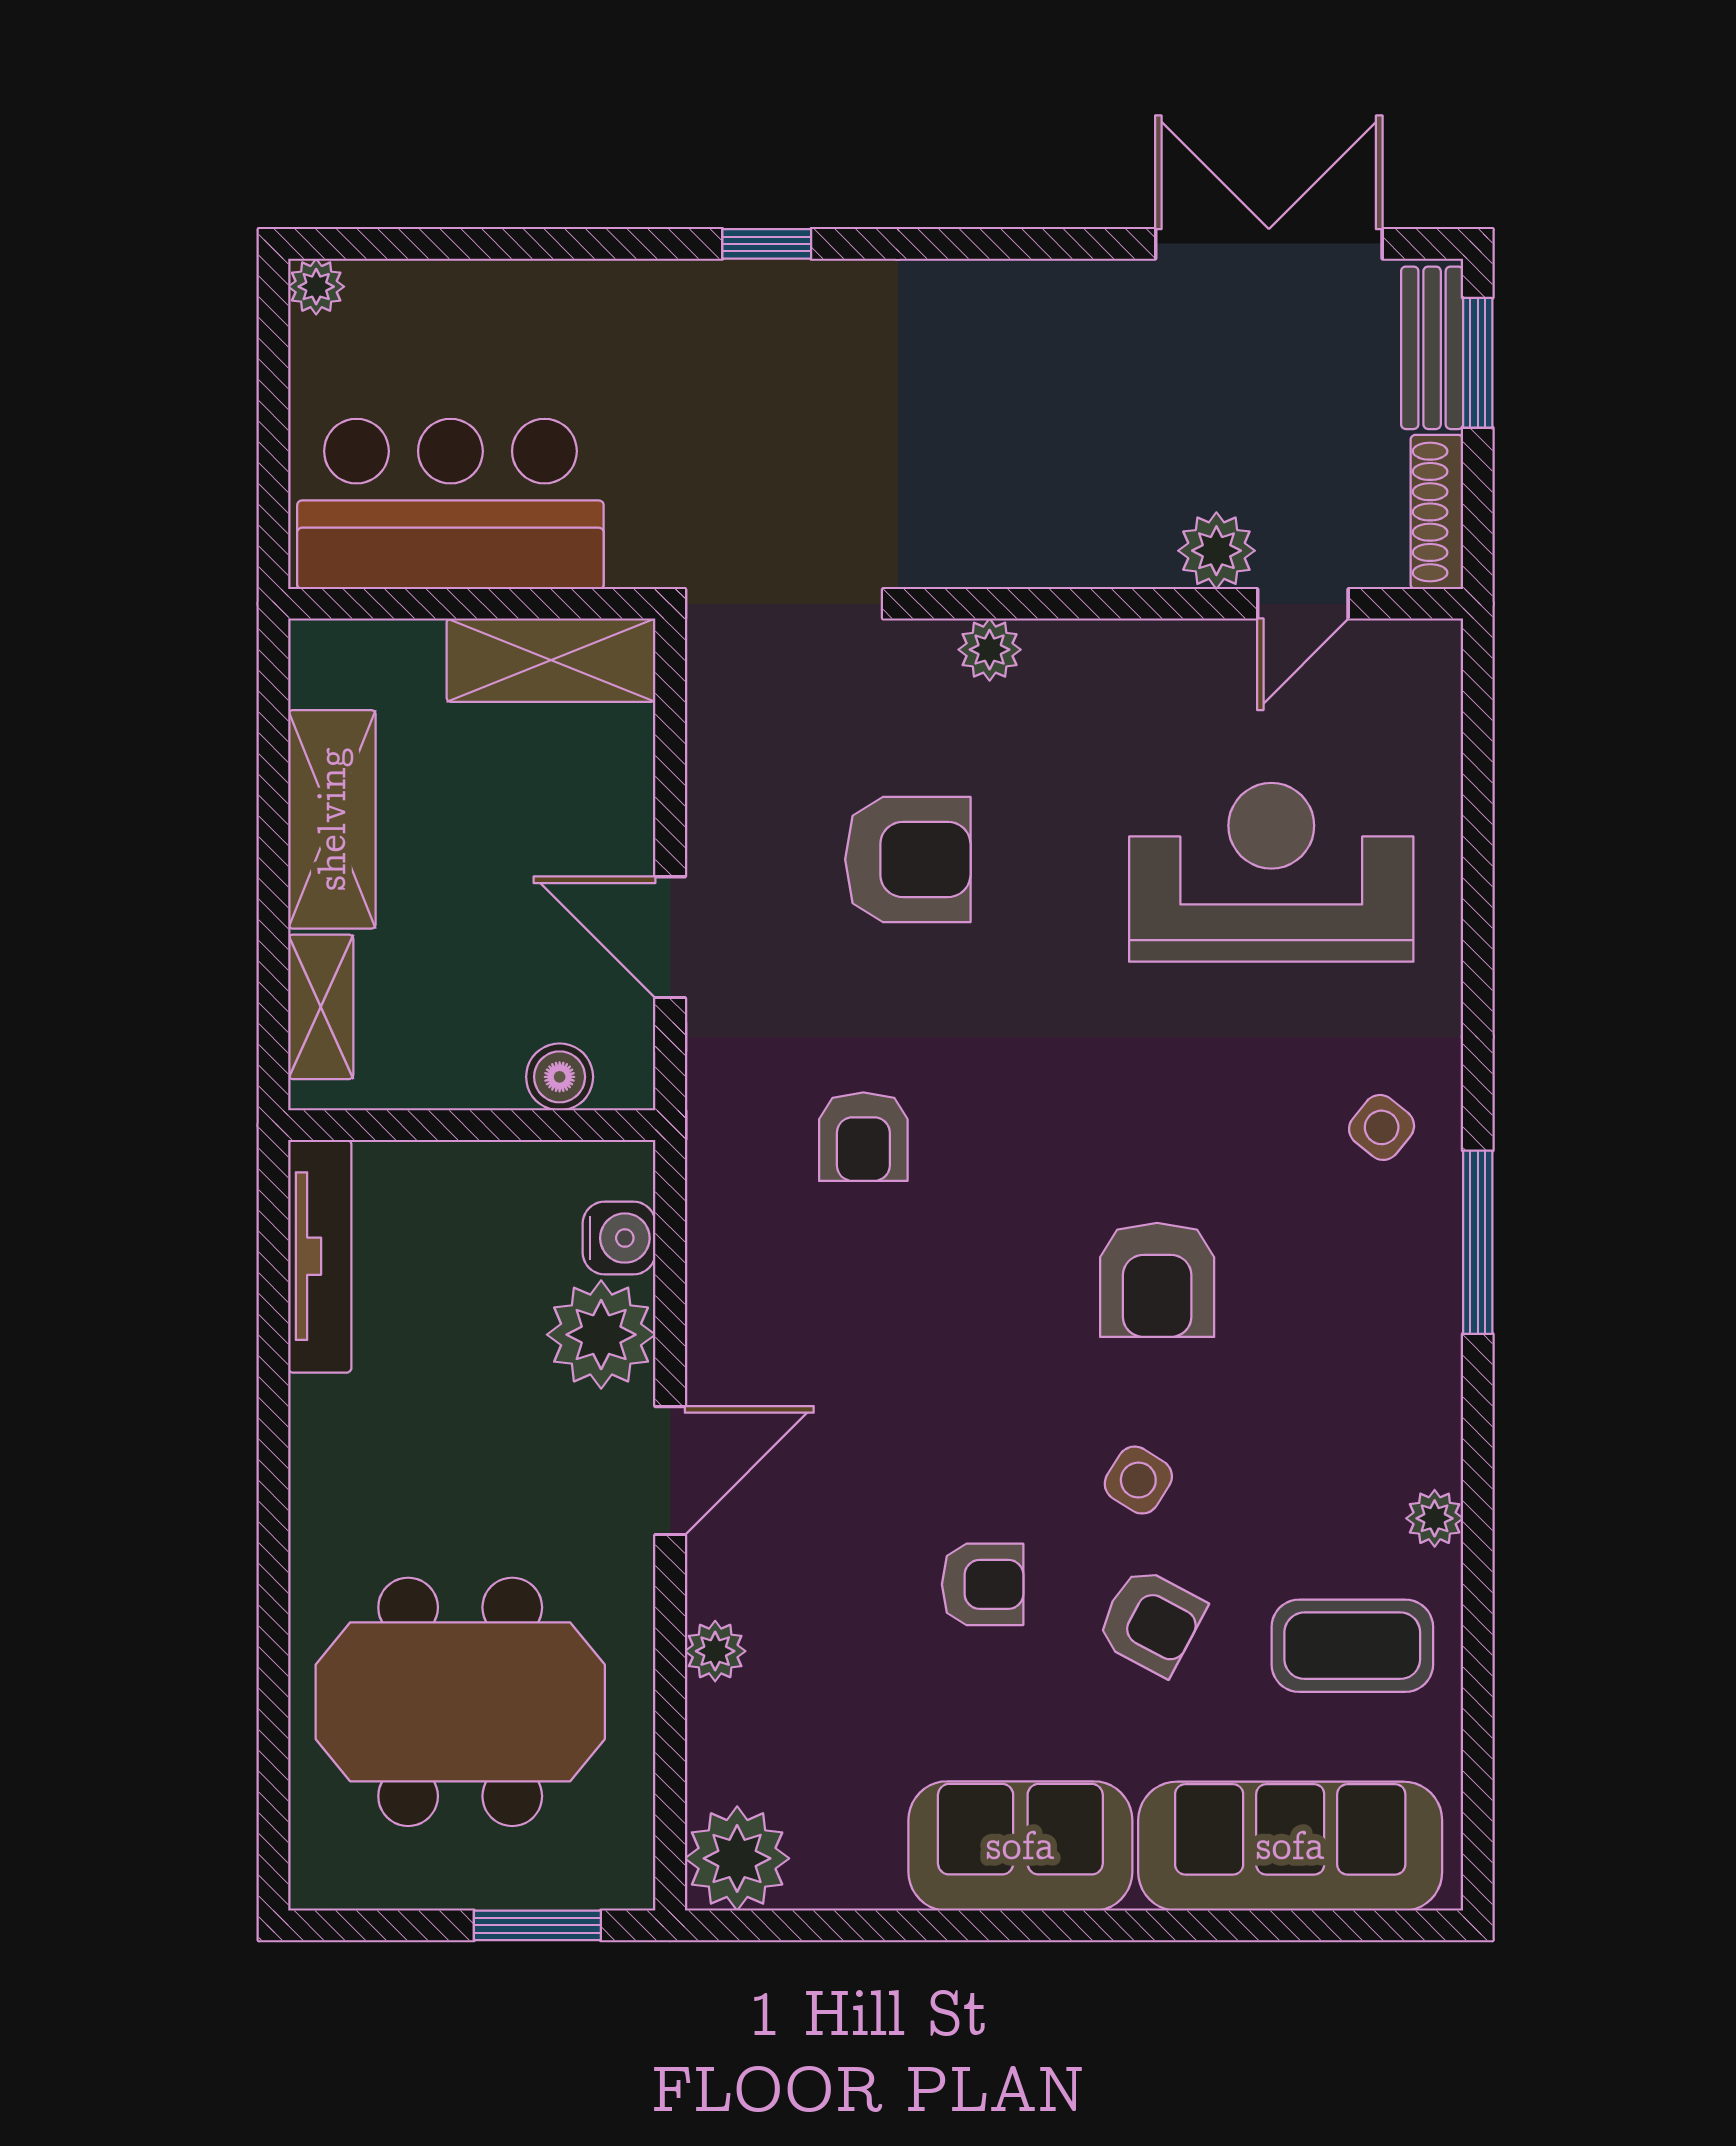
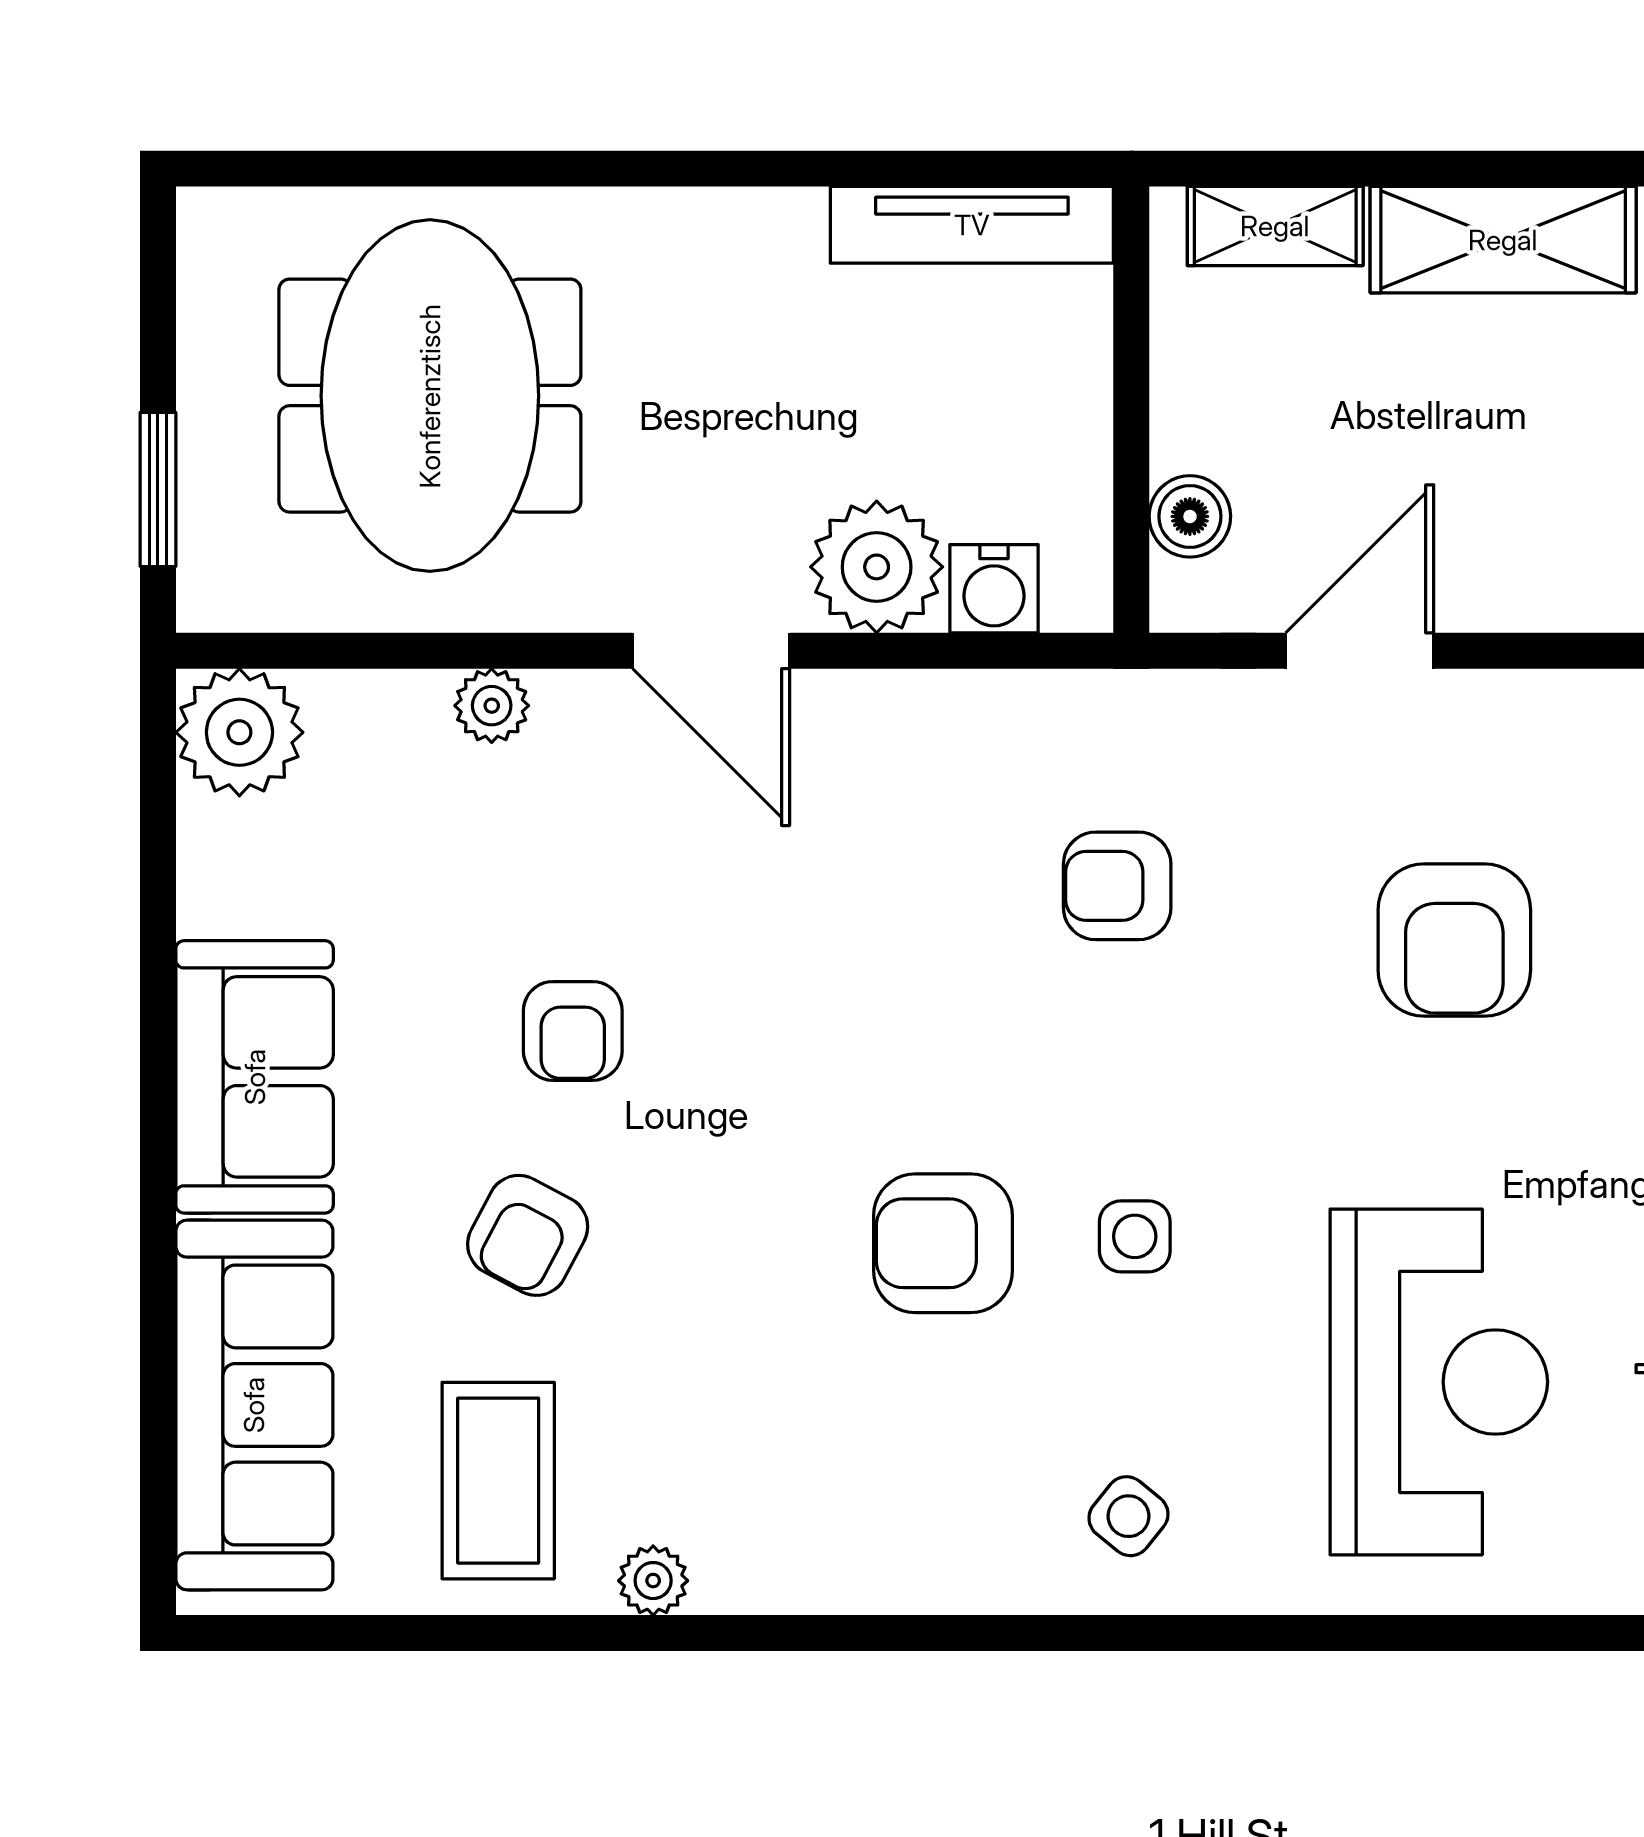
window: (1478, 1242) -> (989, 1633), removed
side table: (1138, 1480) -> (1135, 1236), moved, turned -32

